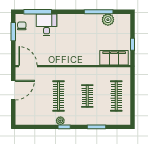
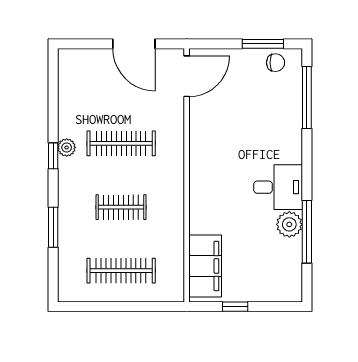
plant: (108, 20) -> (289, 224), moved
desk: (47, 25) -> (278, 187), moved

